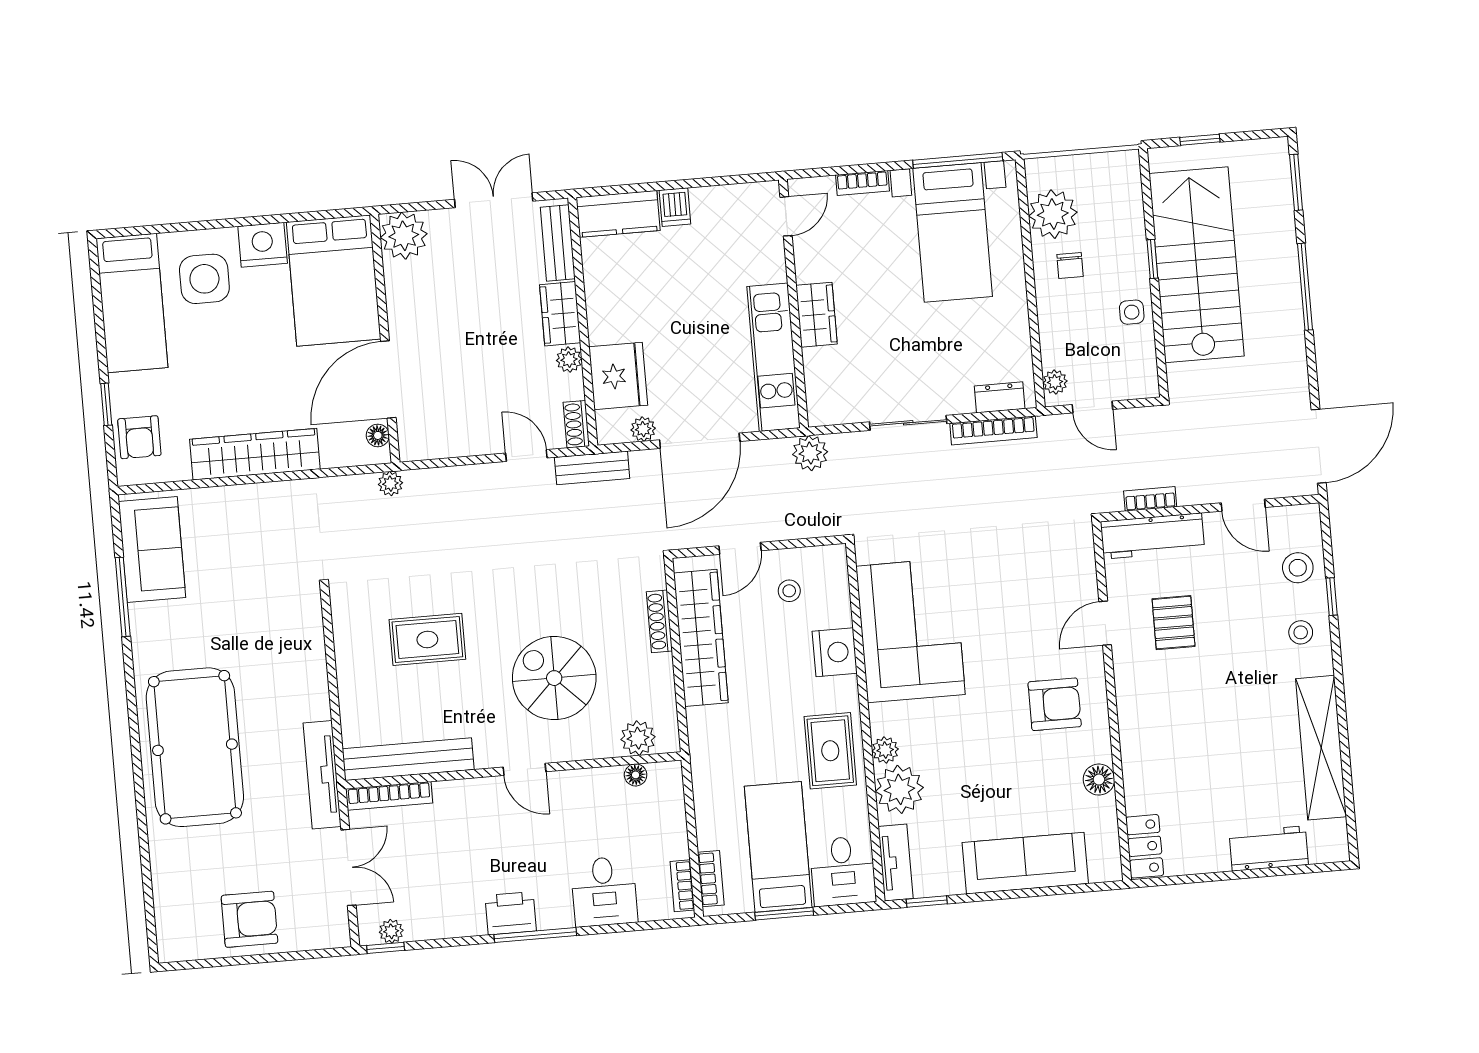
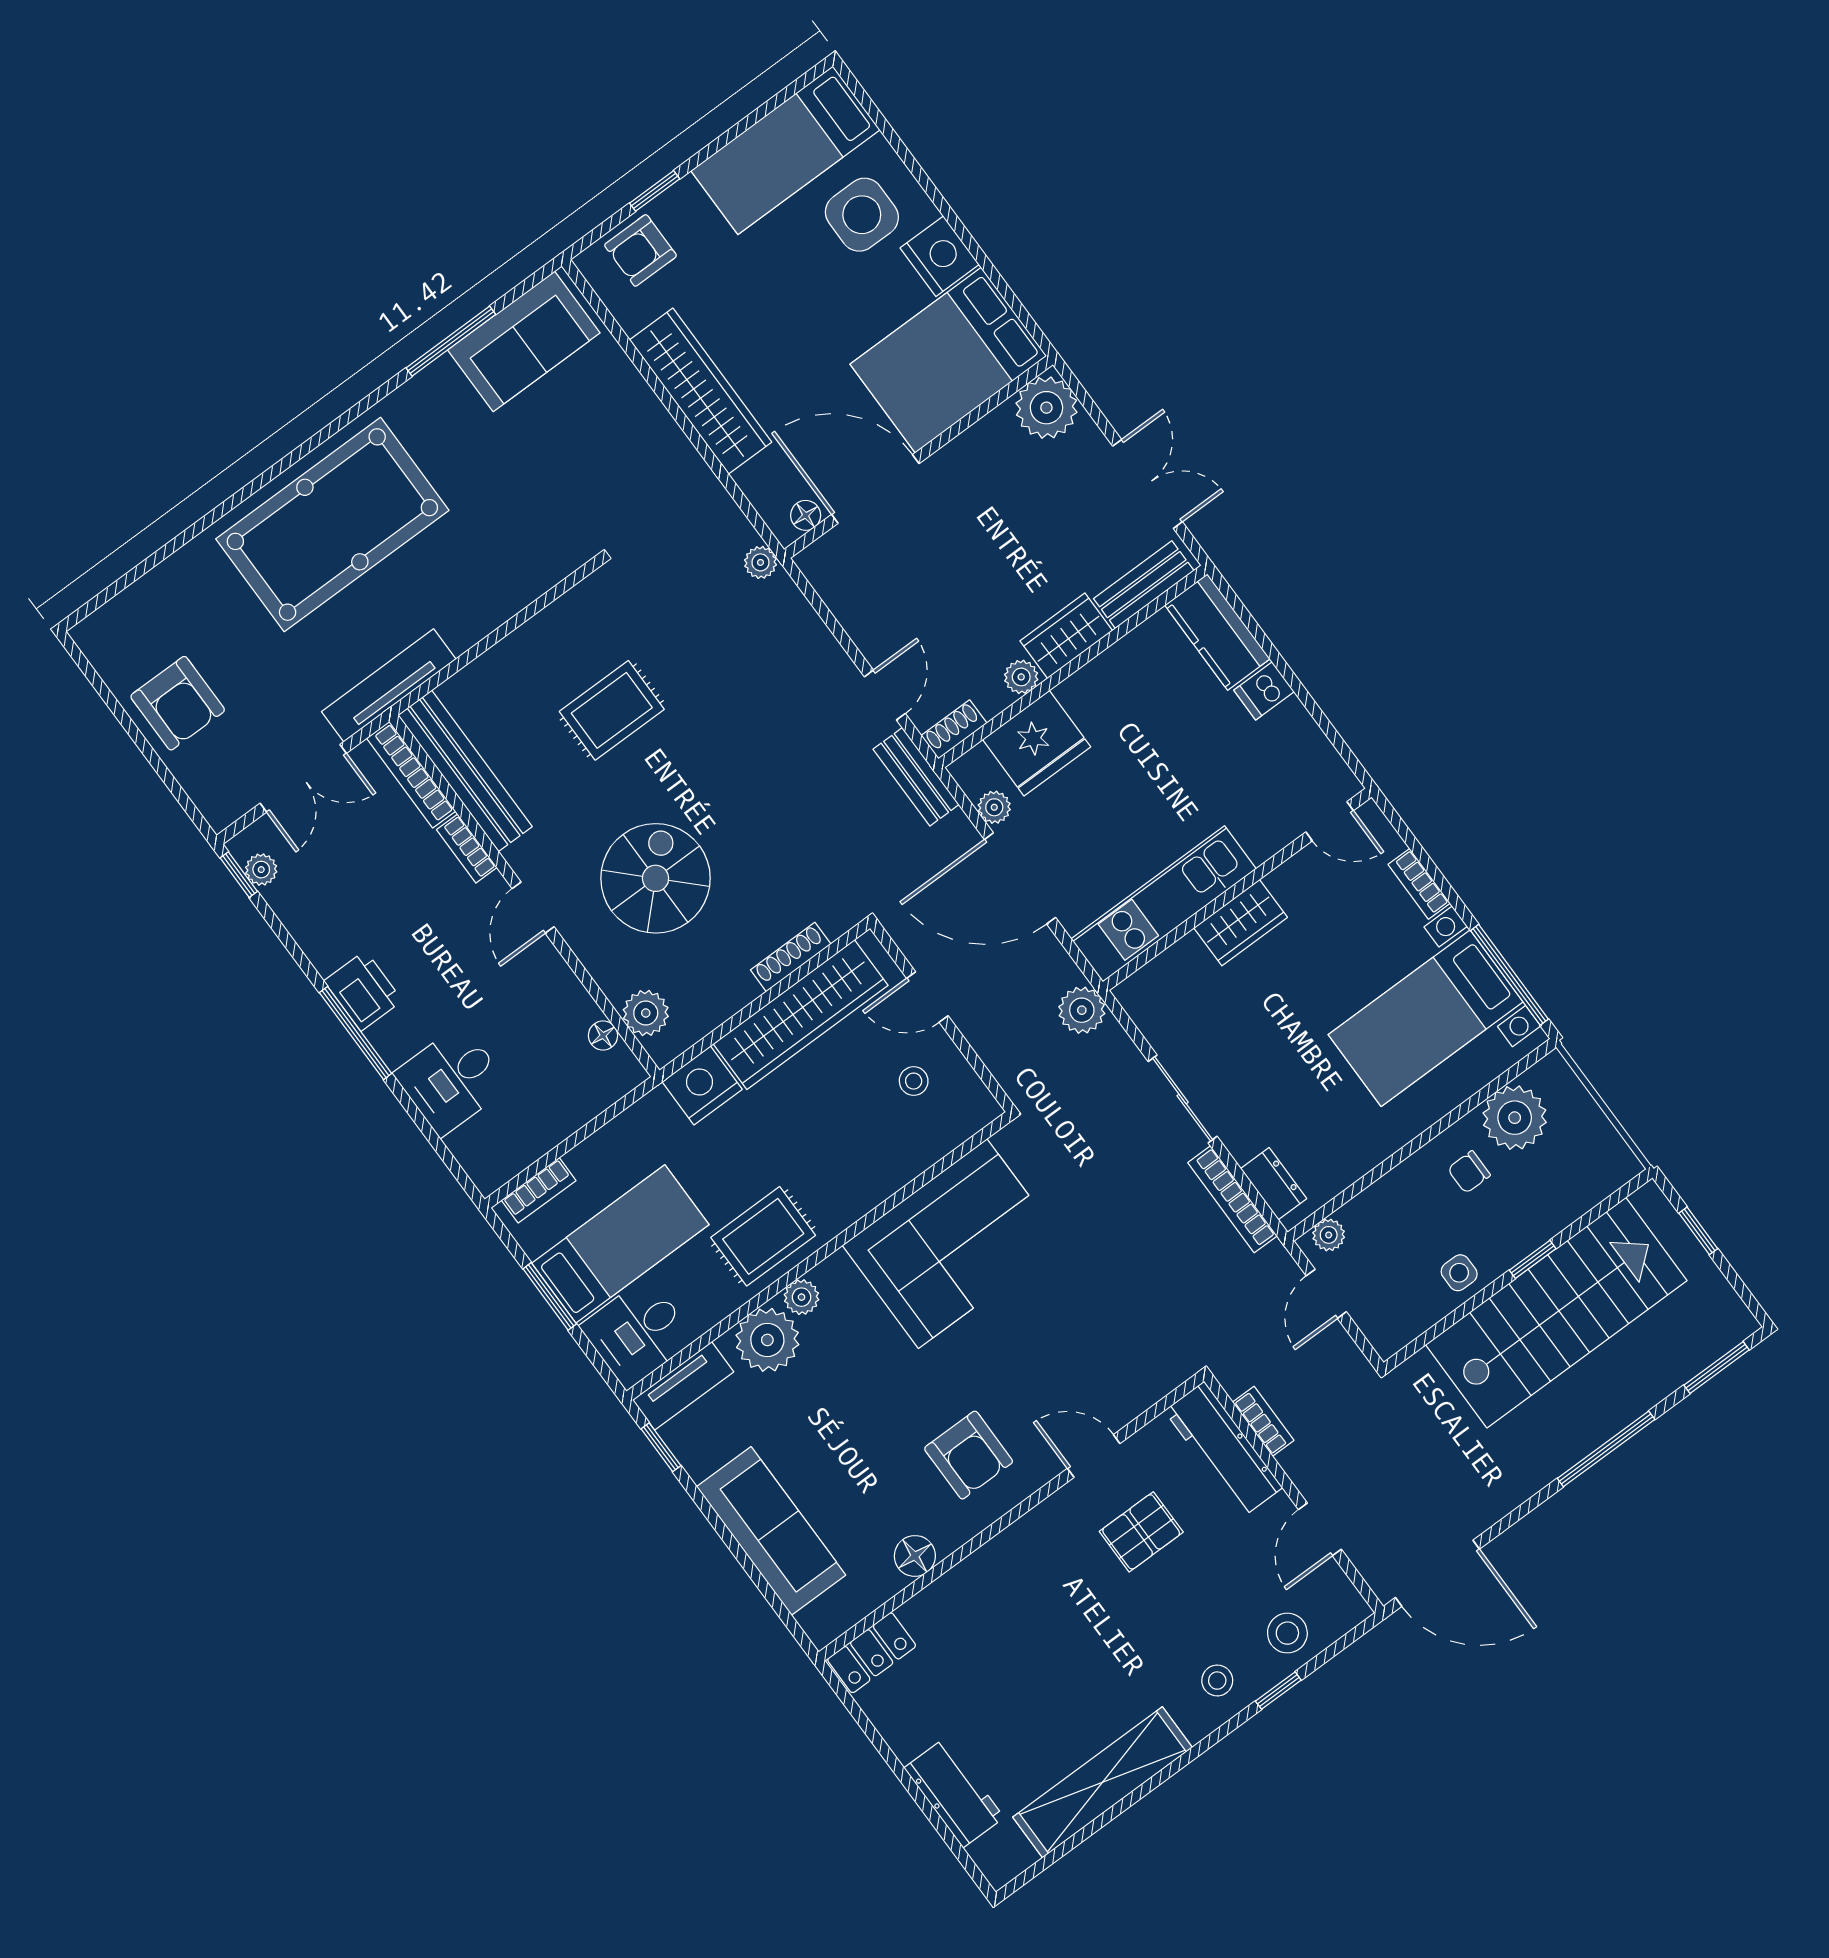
rug: (427, 639) -> (612, 710), turned 90
nightstand: (835, 652) -> (702, 1085), moved, turned 180
bookcase: (682, 886) -> (467, 849), moved, turned -90

